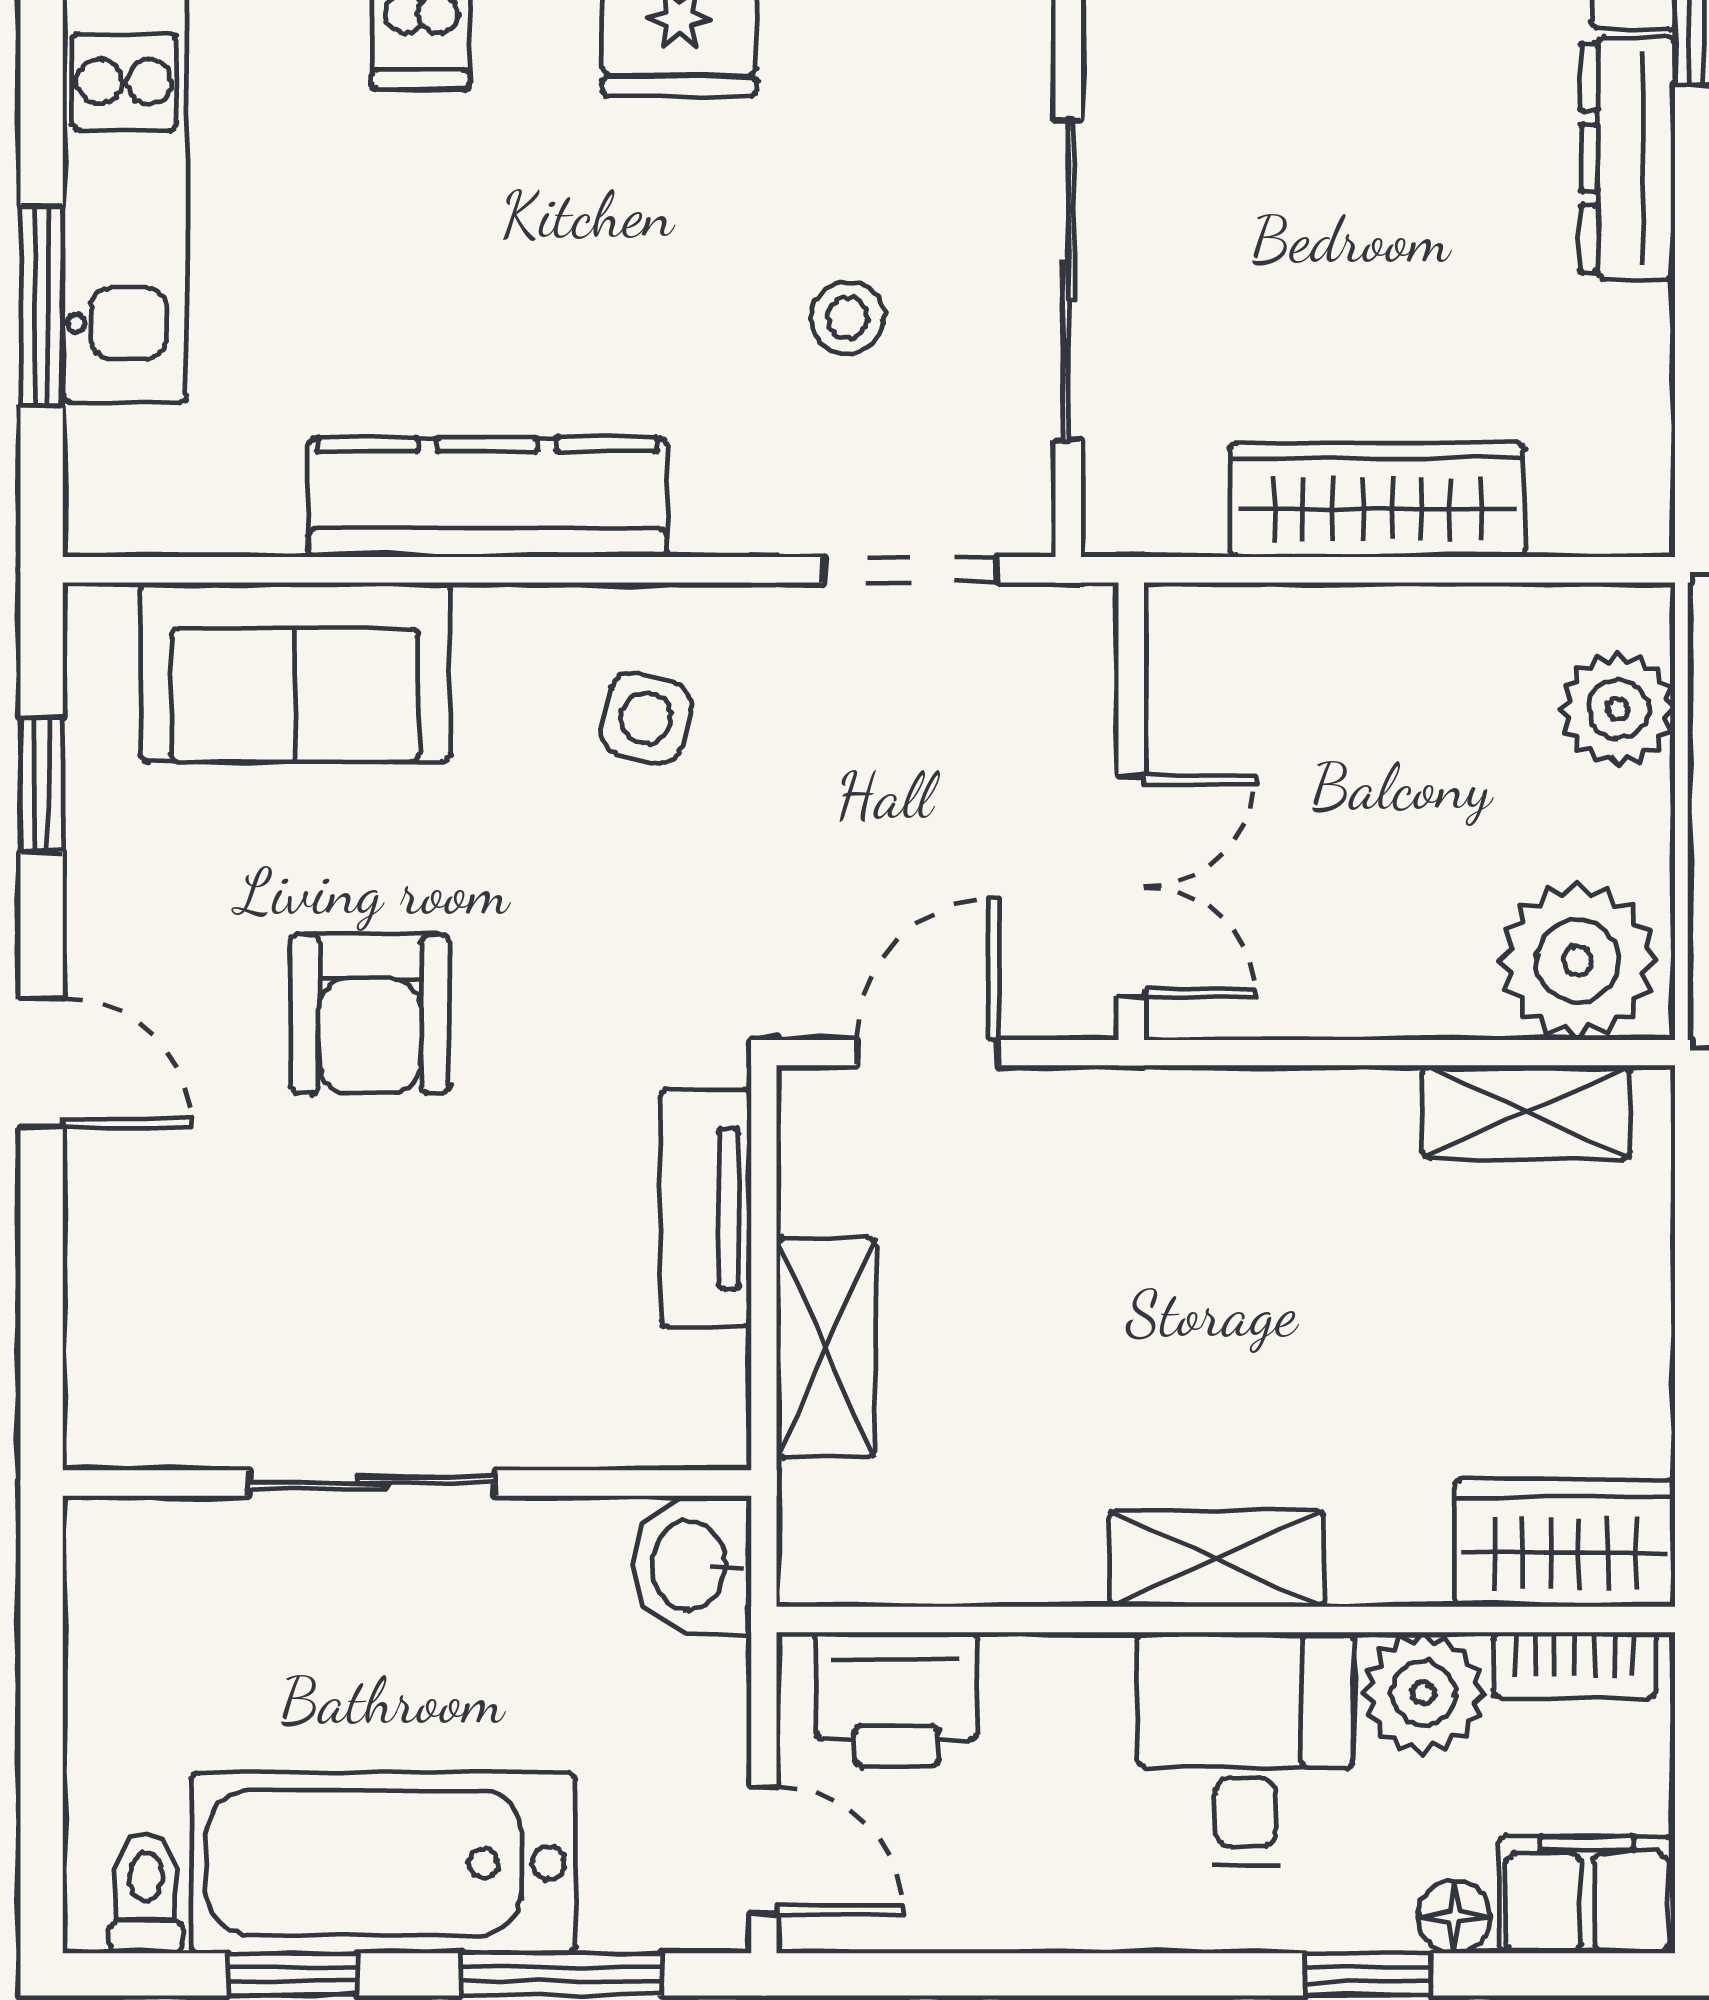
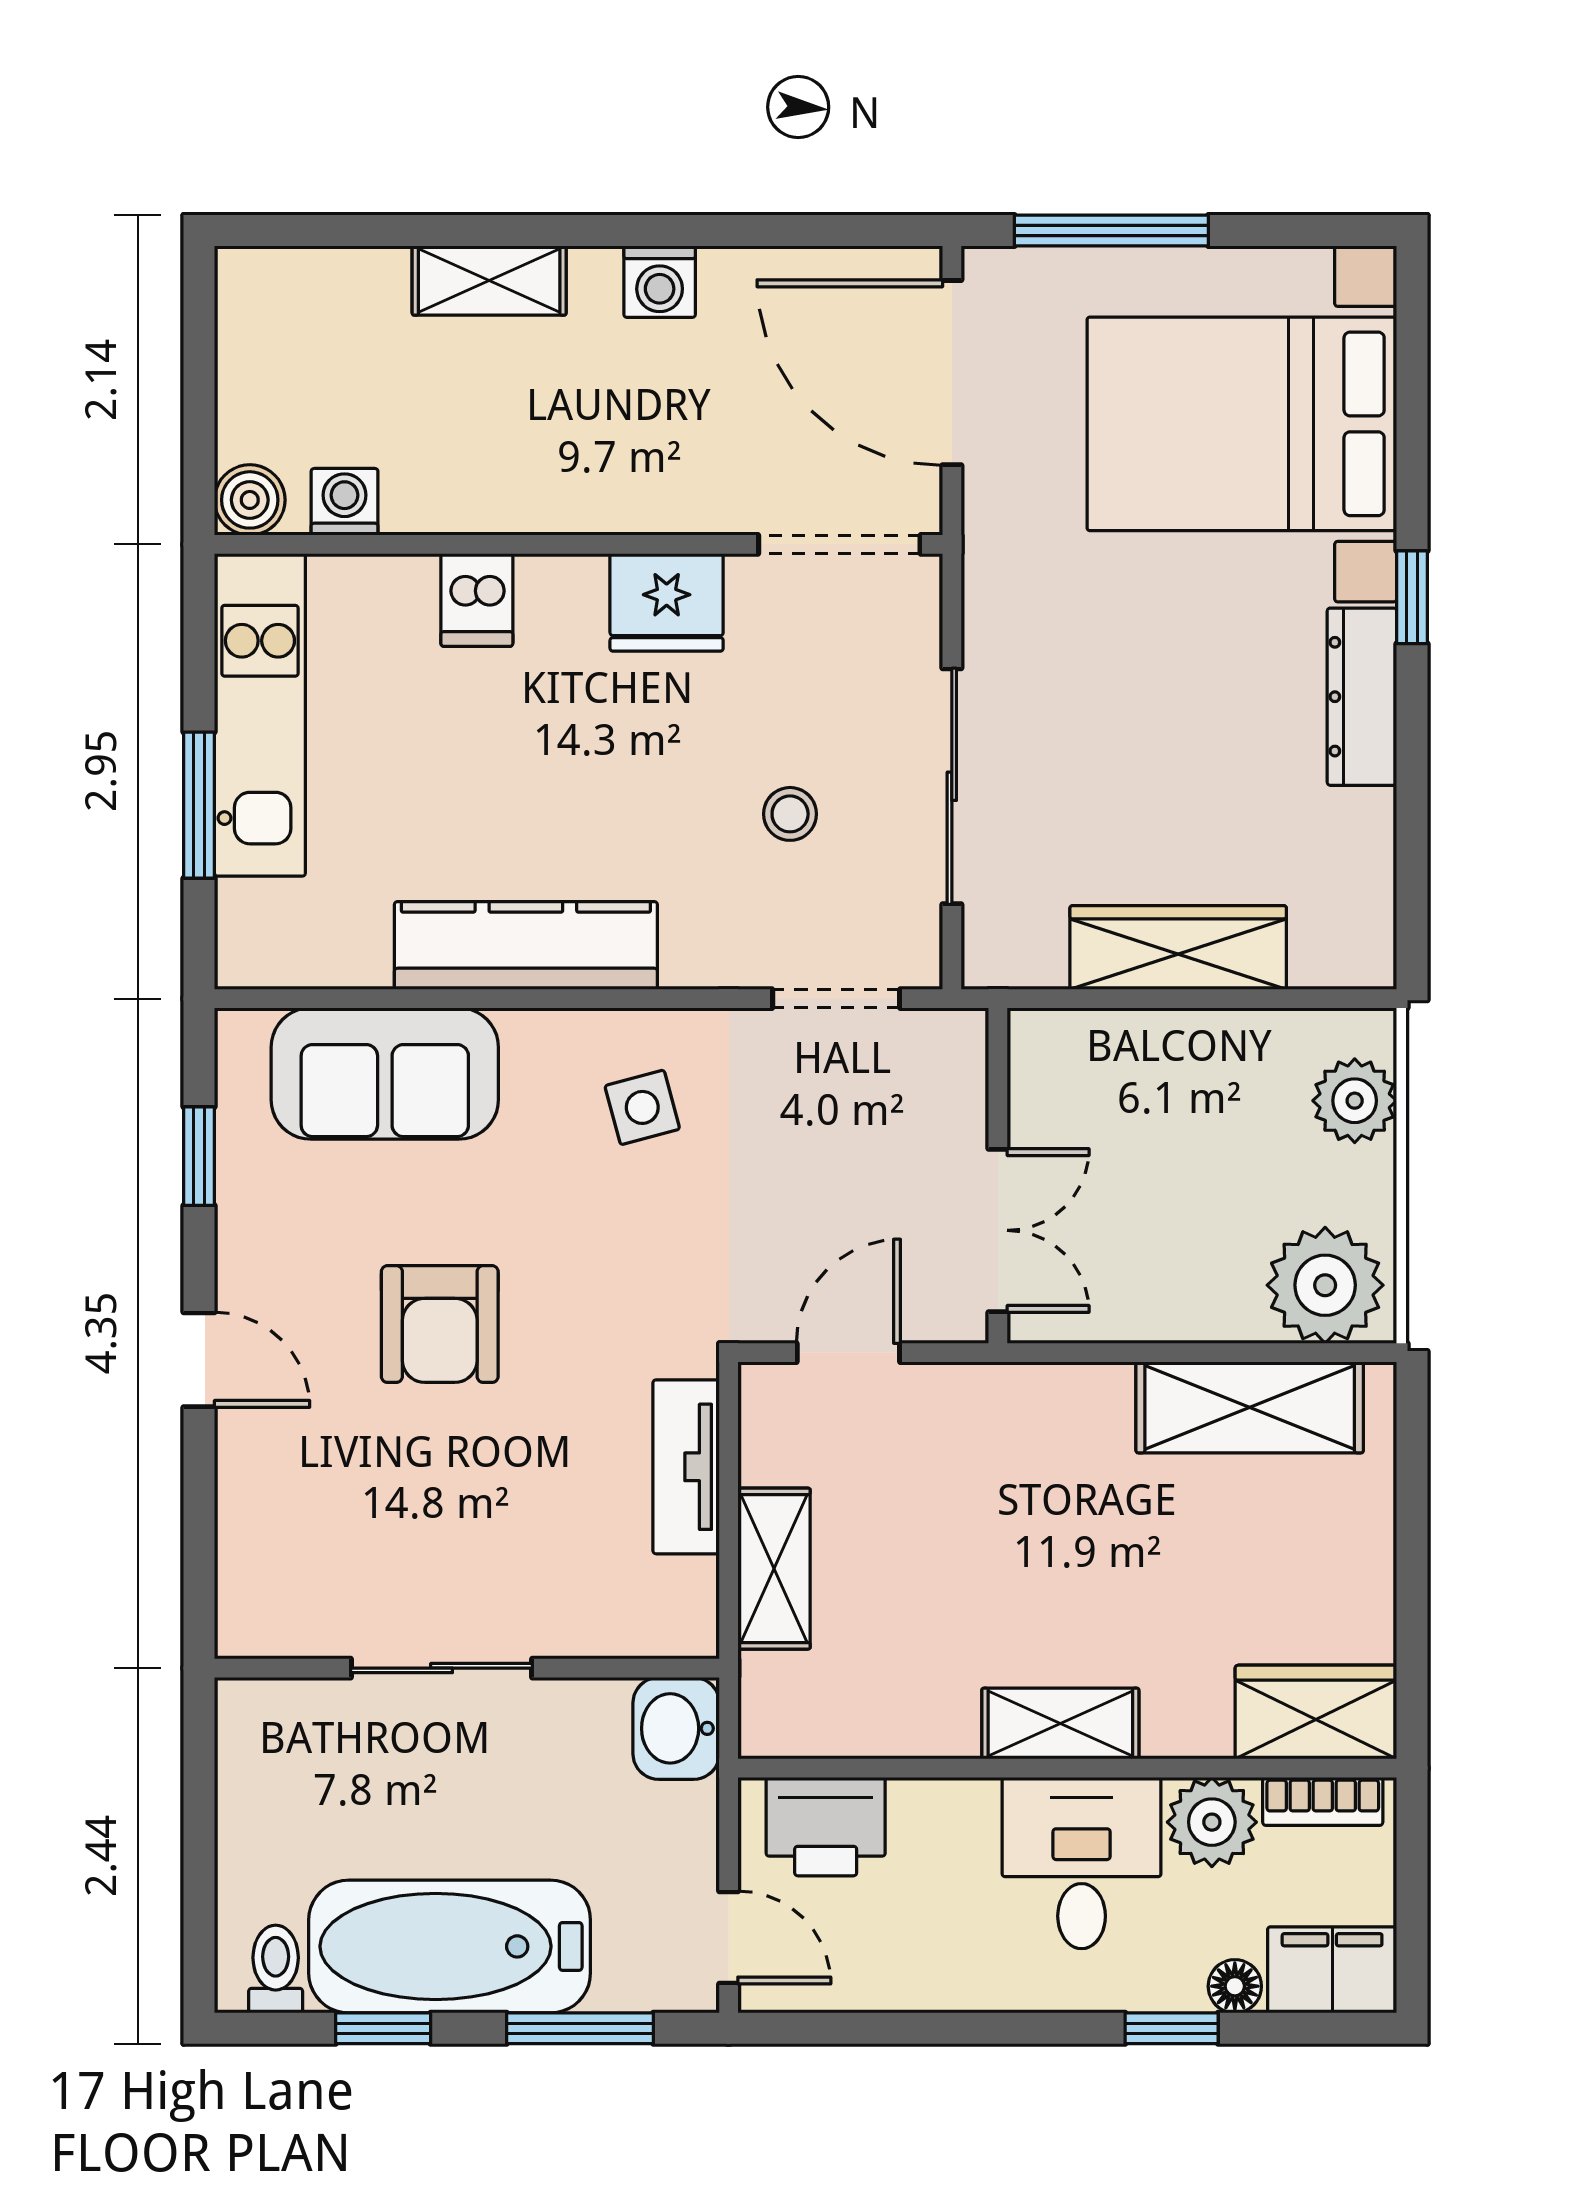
side table: (646, 718) -> (642, 1107), turned -30
shelving: (1526, 1112) -> (1250, 1407), width x1.50, depth x1.33

